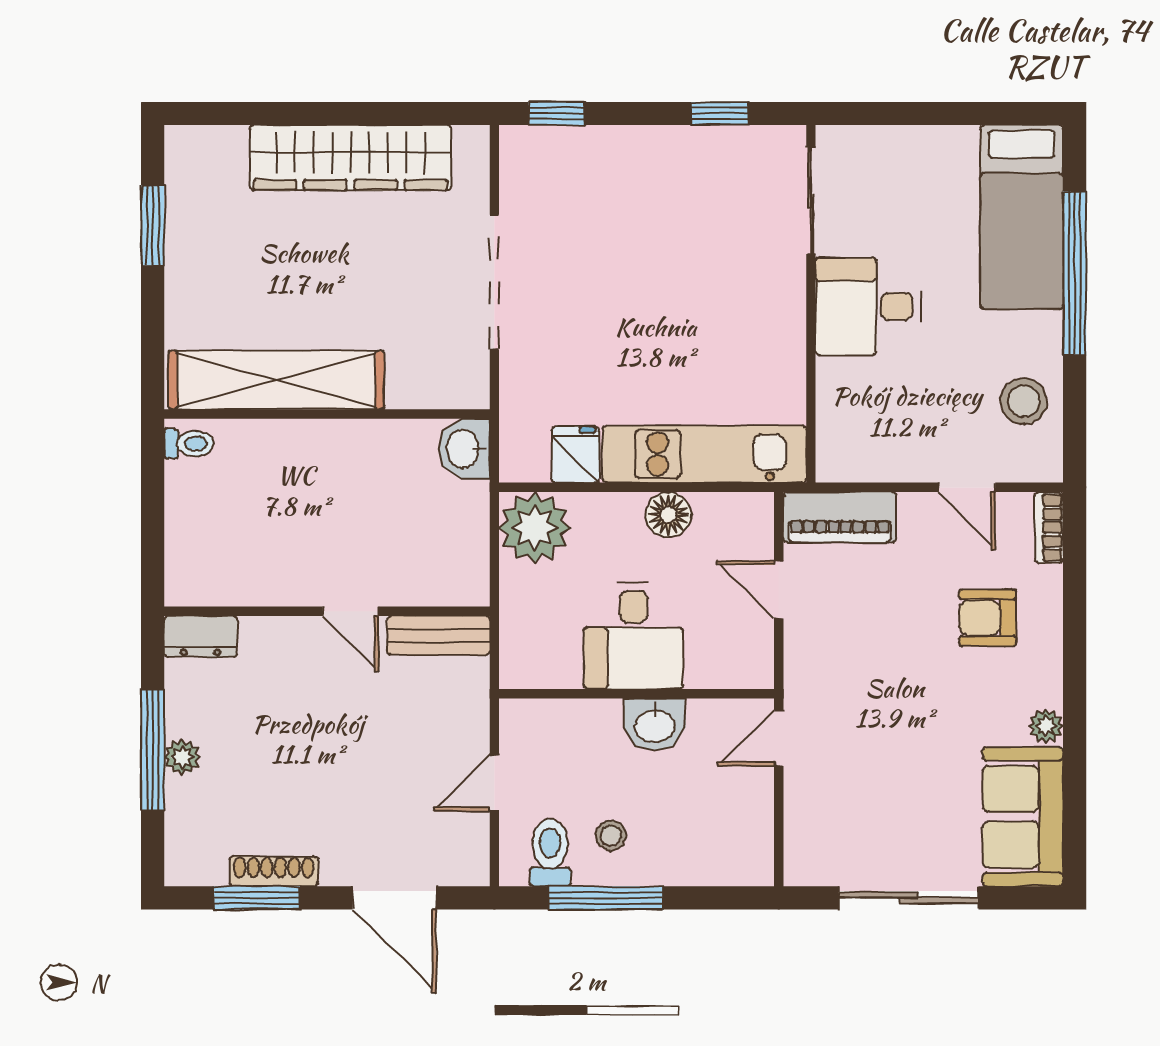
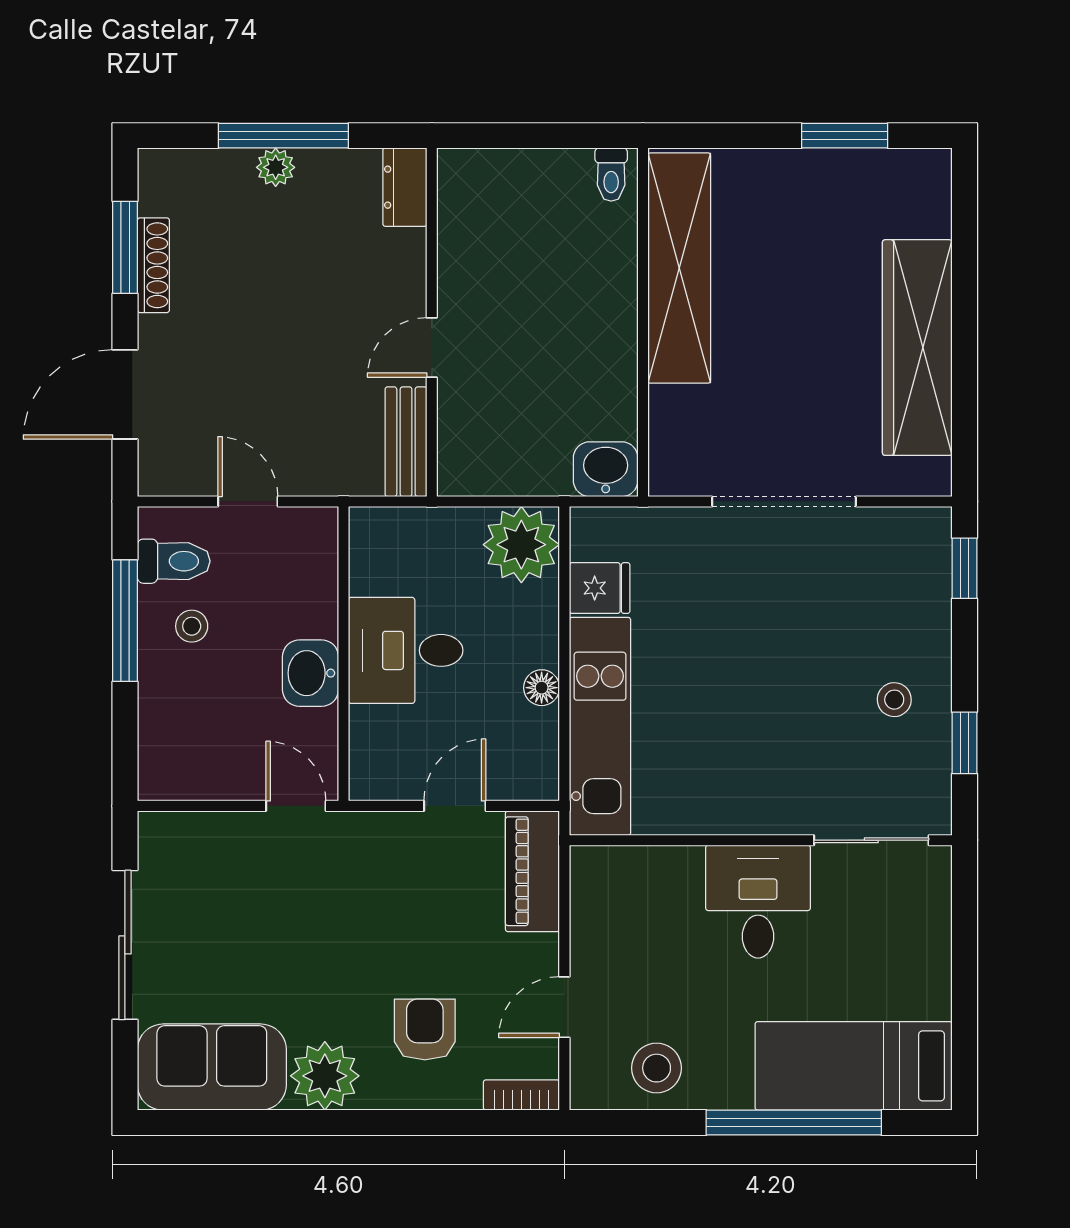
stool: (679, 179) -> (894, 700), added
floor lamp: (668, 515) -> (542, 688), width x0.73, depth x0.73
plant: (1046, 726) -> (325, 1076), width x1.87, depth x1.87

